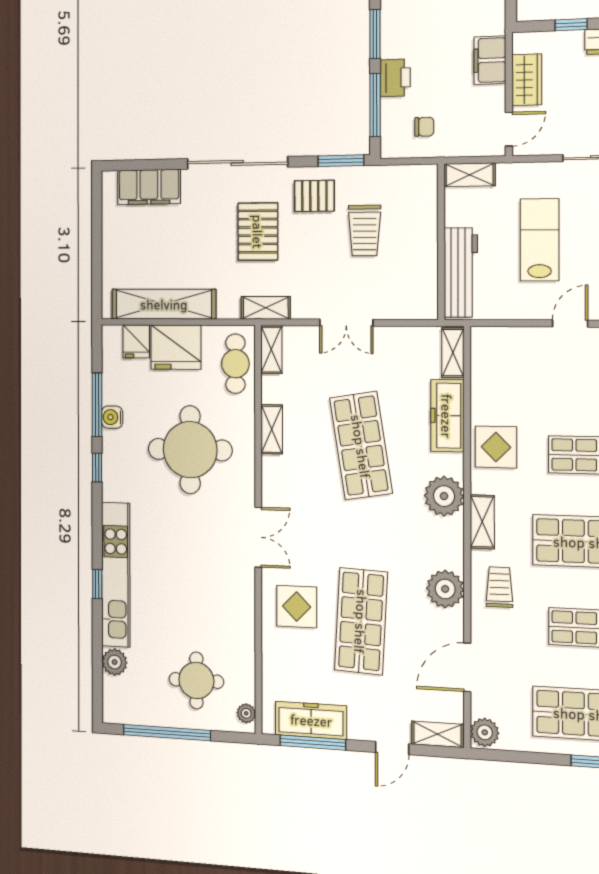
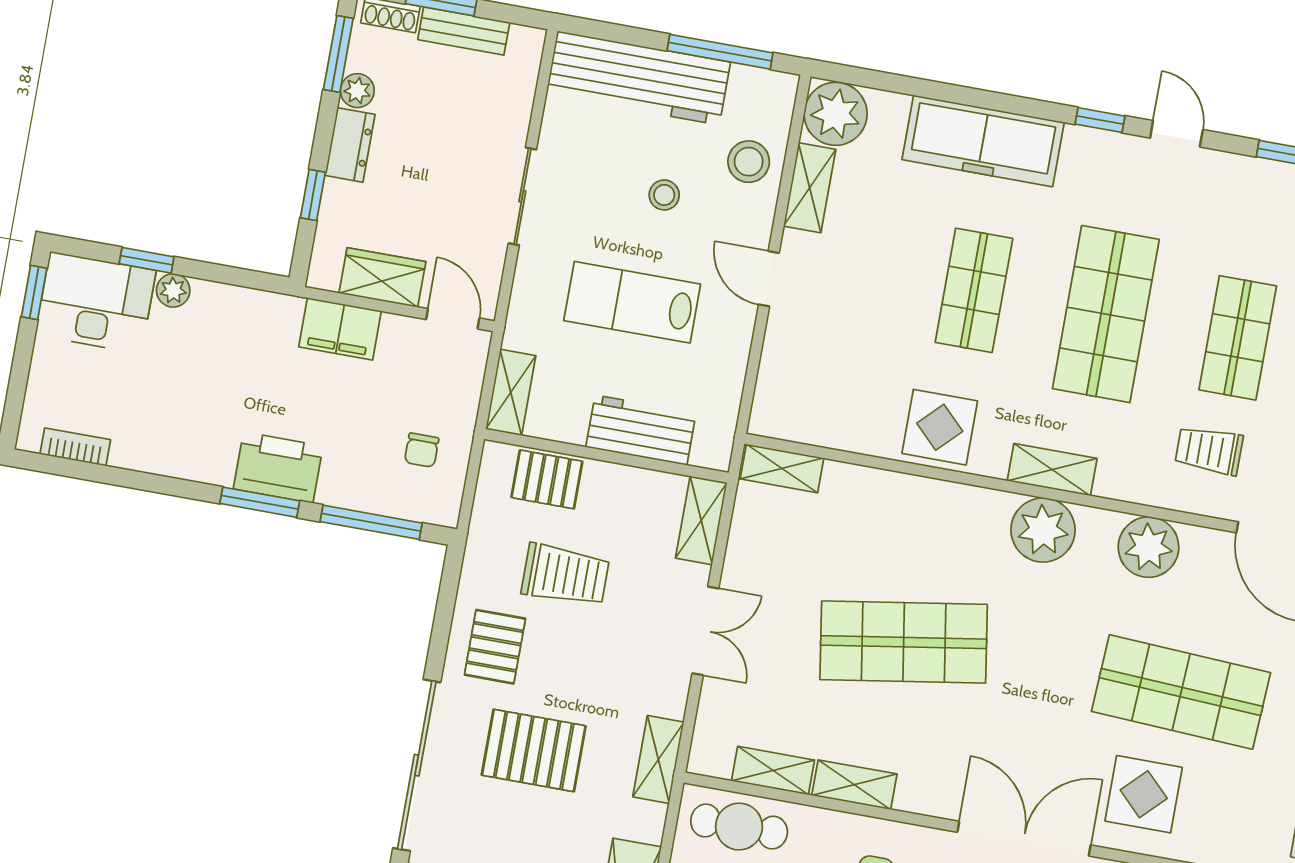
printer: (395, 78) -> (278, 467), moved, width x1.37, depth x1.19
chair: (424, 127) -> (422, 450), turned 180
window: (341, 161) -> (448, 593), removed
pallet: (420, 208) -> (547, 479), added
workbench: (461, 273) -> (641, 430), width x0.73
shelving: (412, 308) -> (701, 520), added
shelving: (271, 350) -> (773, 770), moved
freezer: (447, 416) -> (879, 495), removed
plant: (444, 496) -> (1043, 530), moved
double door: (258, 537) -> (1024, 839), width x1.37
trolley: (499, 587) -> (1209, 450), moved

